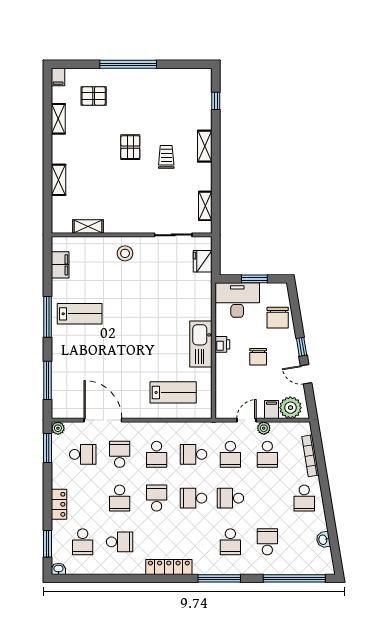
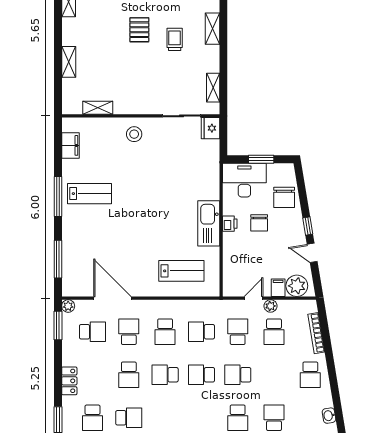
fridge: (203, 261) -> (210, 128), moved
chair: (258, 357) -> (259, 223), moved
school desk: (230, 454) -> (238, 332), turned 180
school desk: (157, 498) -> (165, 375), turned -90

